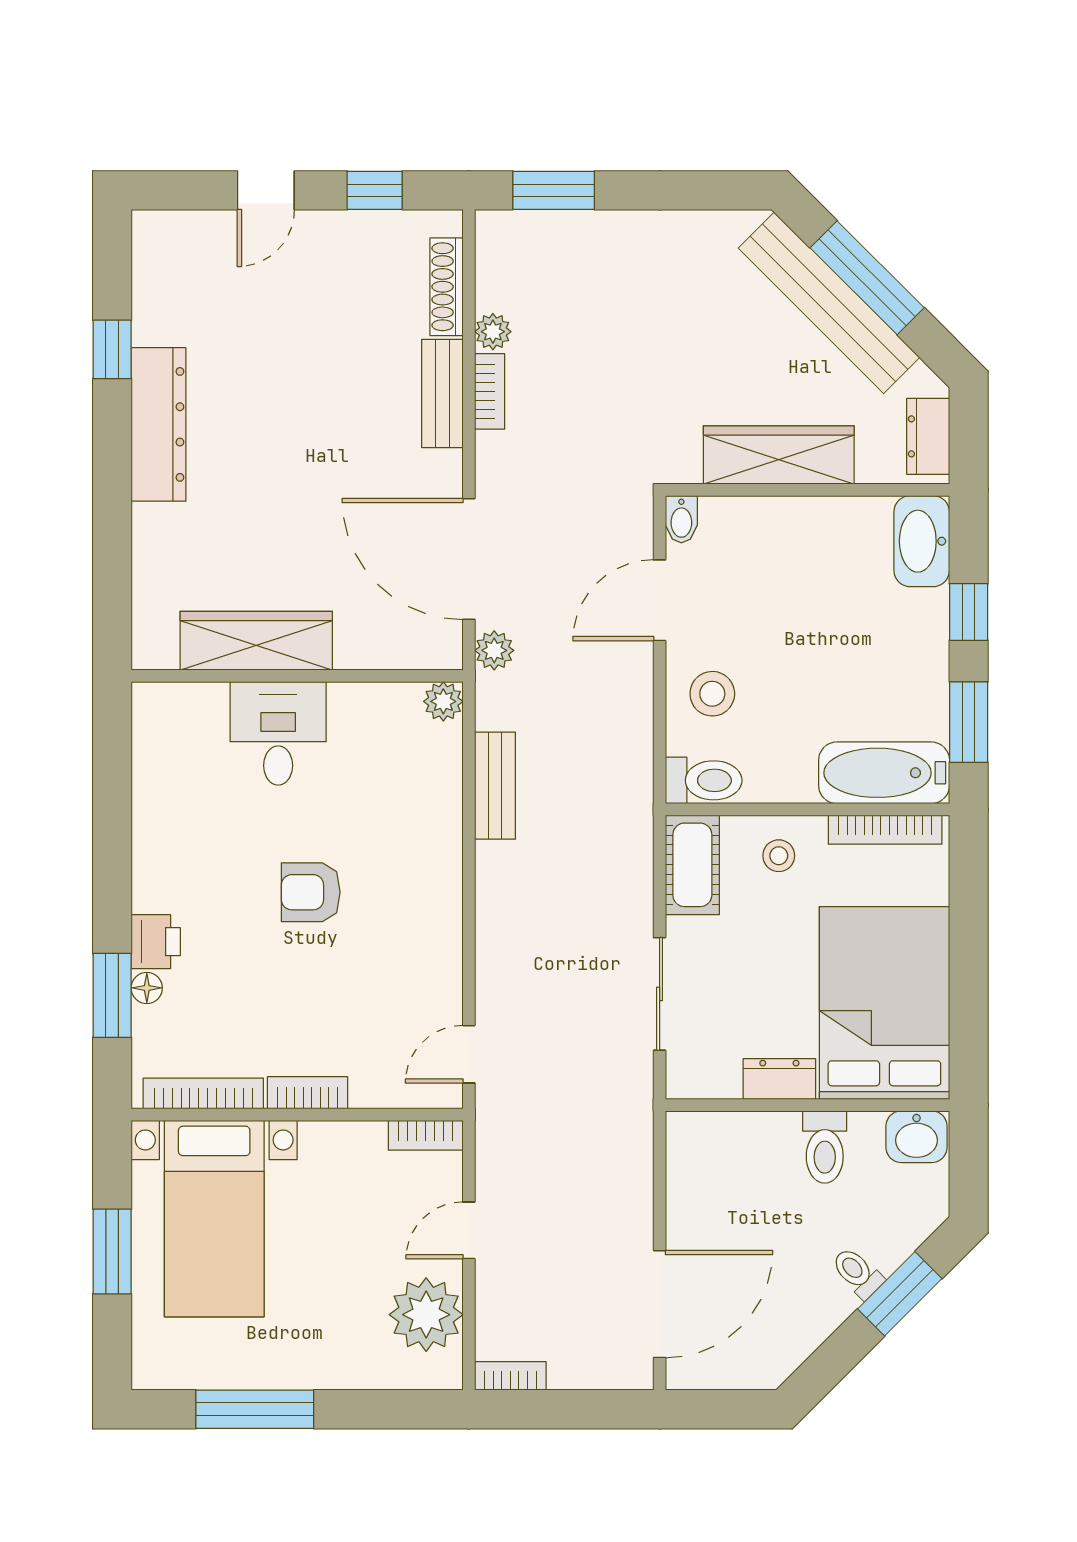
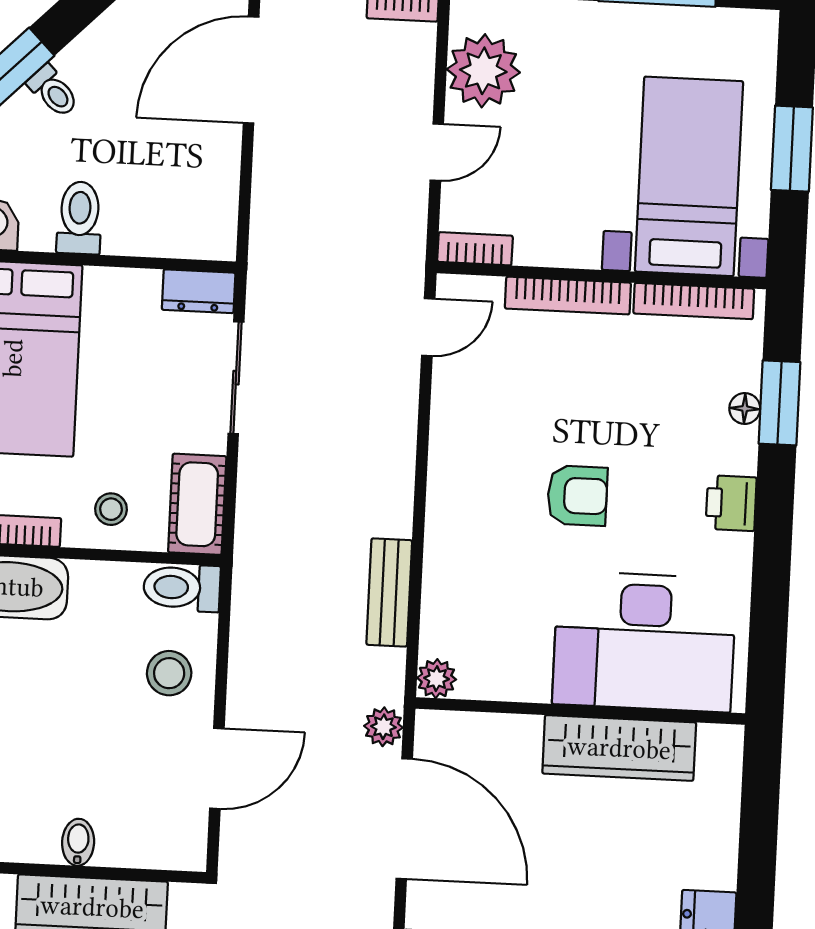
bidet: (681, 519) -> (78, 842), moved
desk: (278, 733) -> (644, 641), width x1.87, depth x1.30
printer: (156, 942) -> (731, 503), moved
dresser: (779, 1079) -> (199, 291), moved
bookcase: (307, 1093) -> (568, 296), width x1.56

